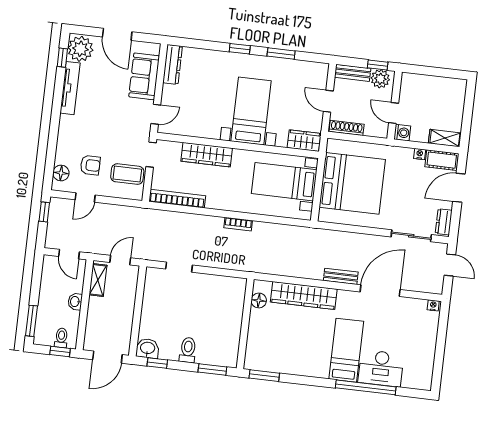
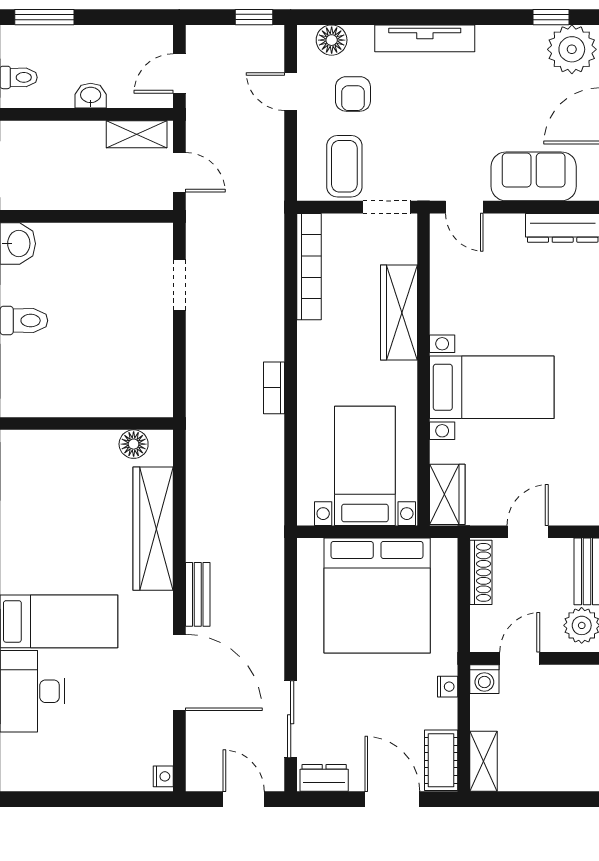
tv unit: (70, 88) -> (425, 38), moved
nightstand: (420, 154) -> (448, 687), moved
door: (450, 265) -> (244, 799), swing flipped

